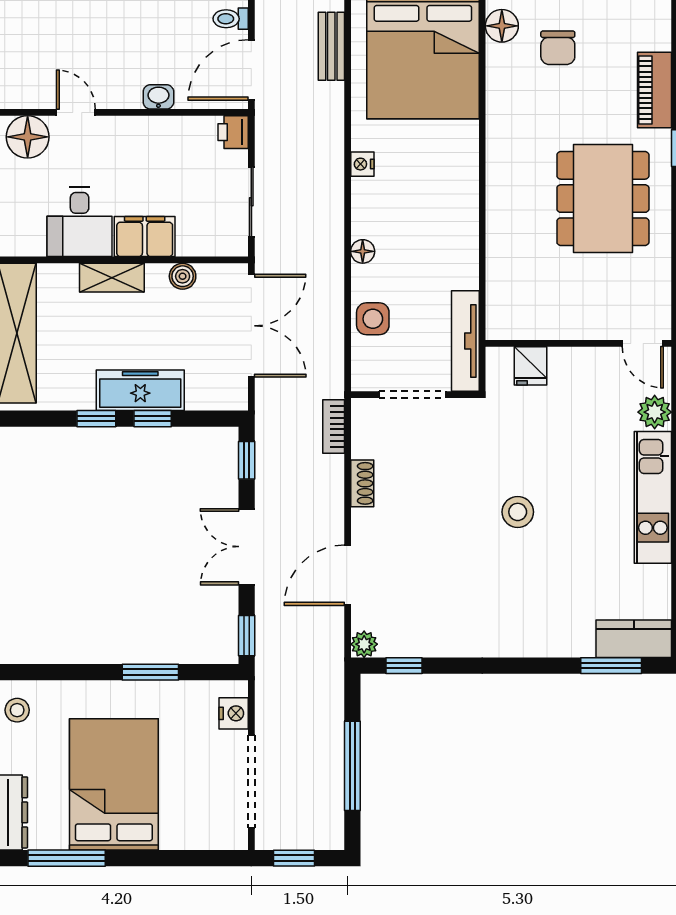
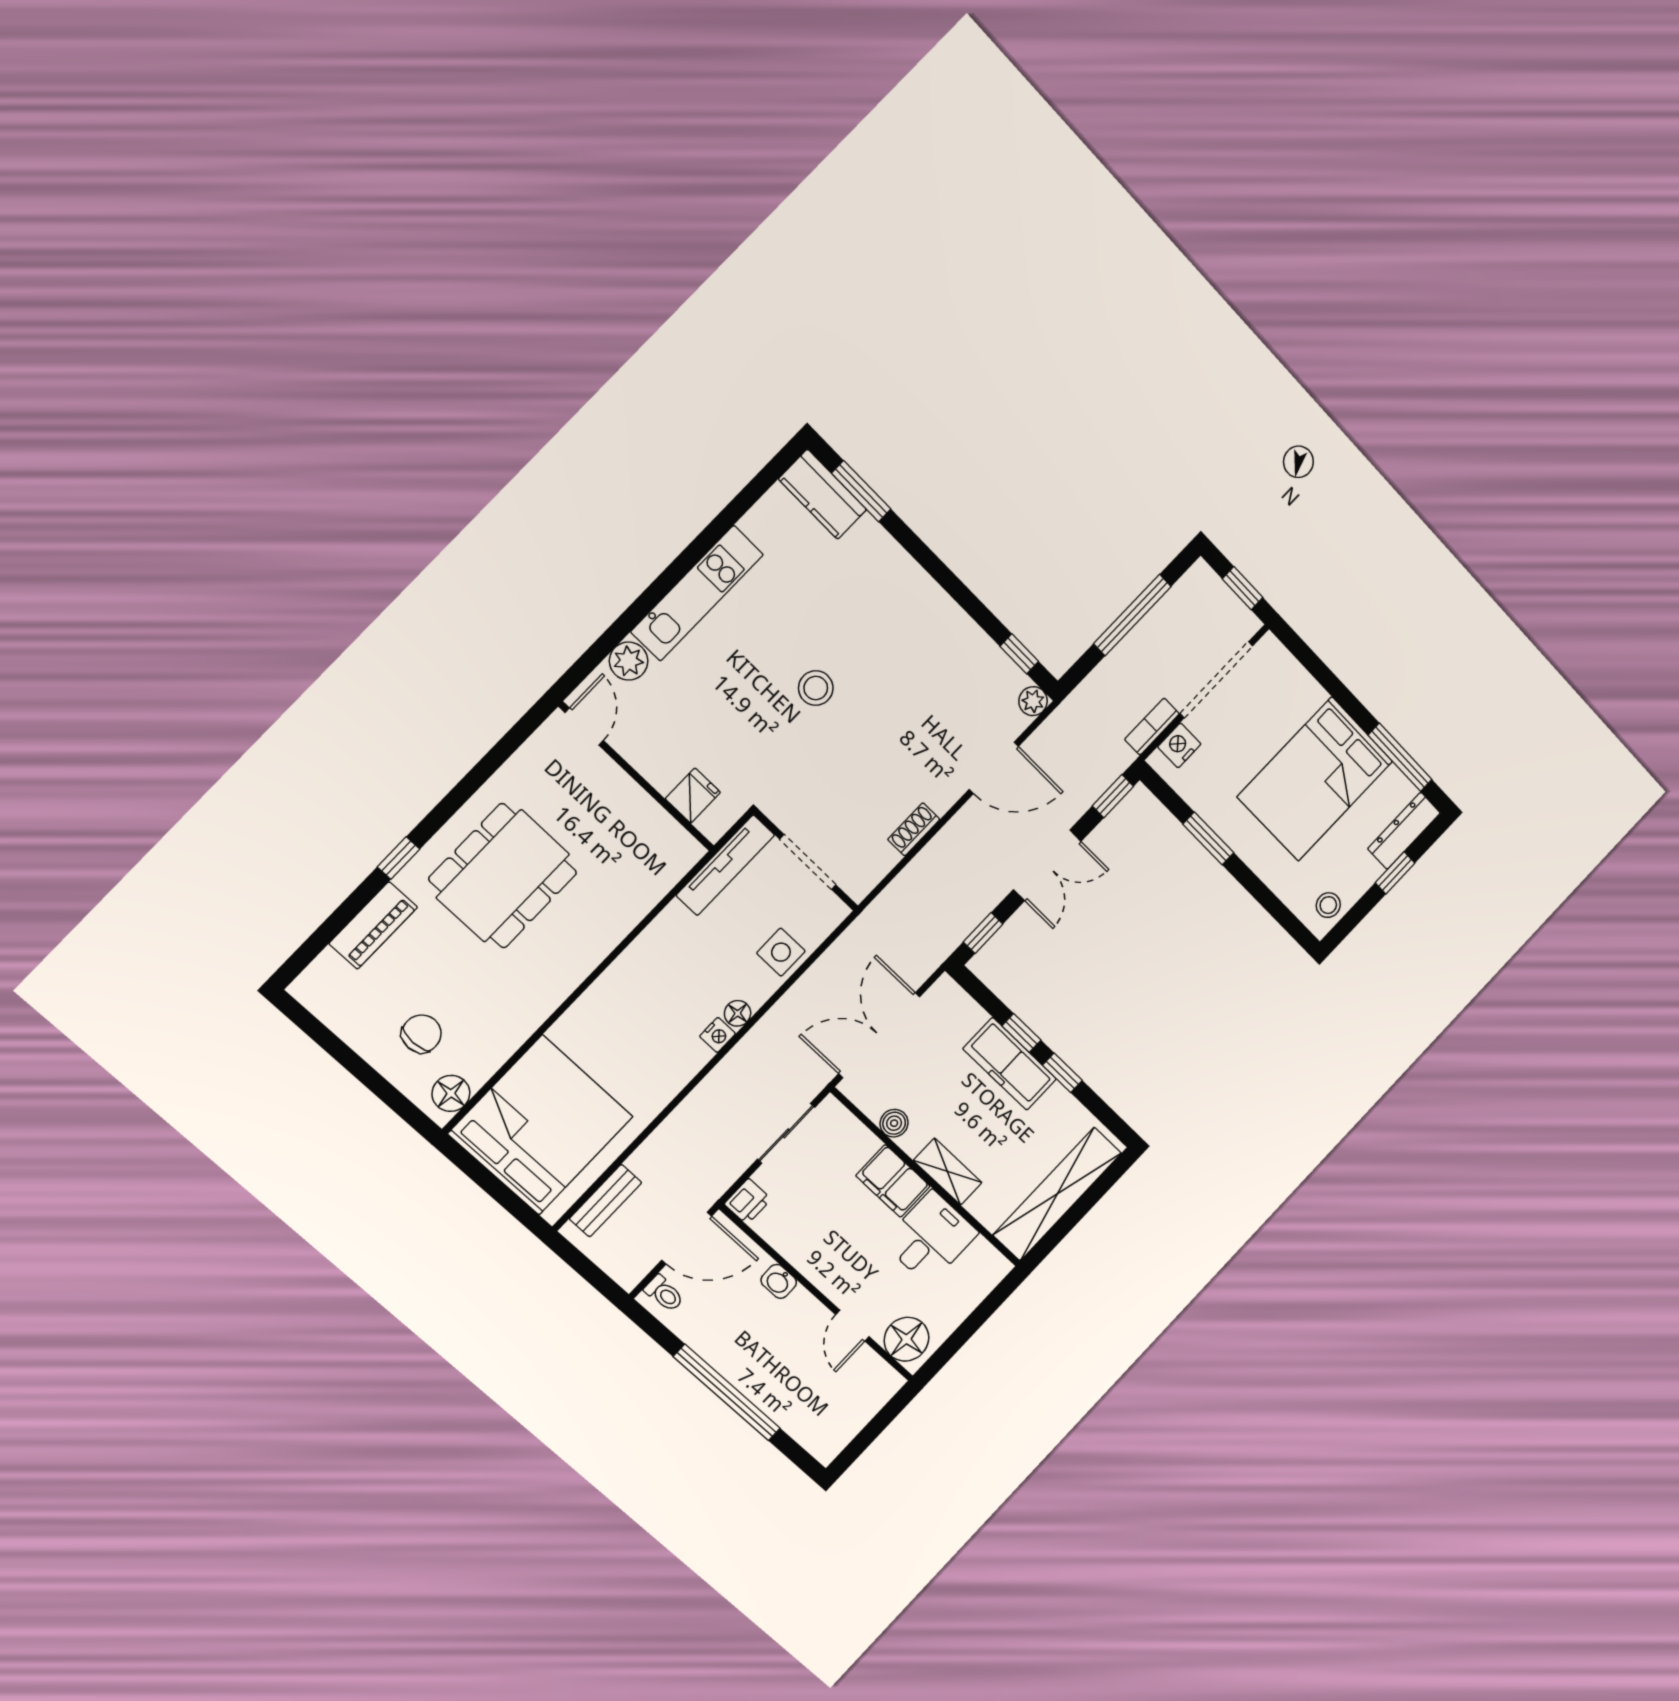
nightstand: (362, 164) -> (718, 1035), moved
bookcase: (334, 426) -> (1152, 727), moved, turned 180

